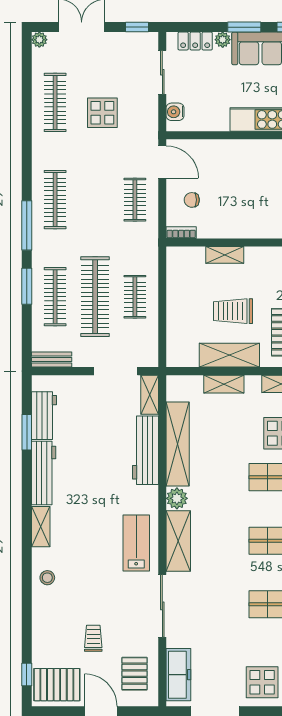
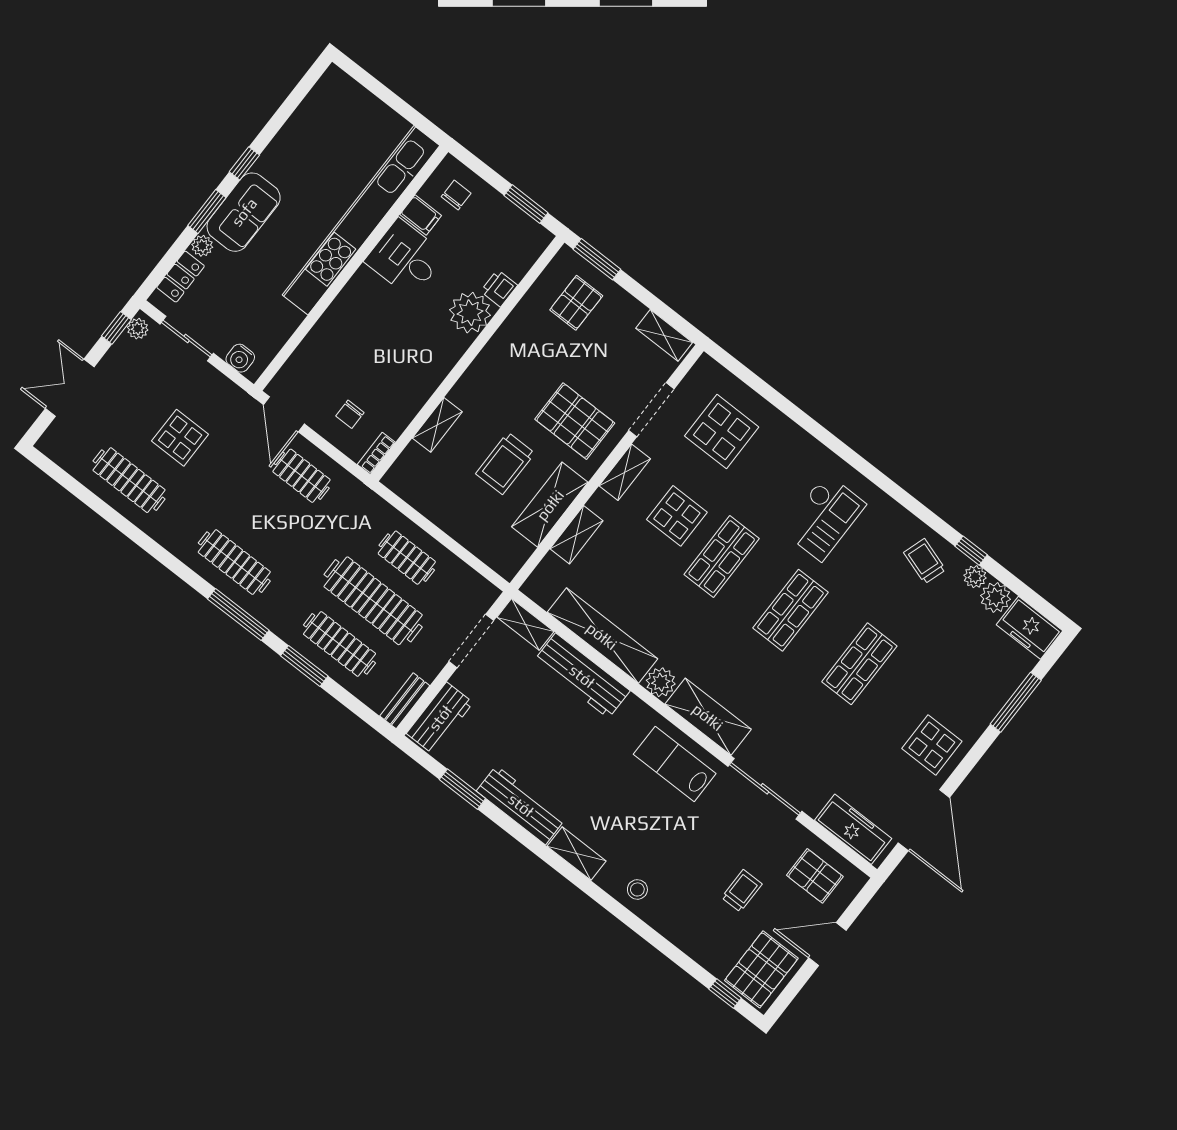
plant: (39, 40) -> (138, 329), moved
door: (162, 162) -> (284, 414), swing flipped
workbench: (44, 416) -> (440, 718), moved, turned 90
trolley: (93, 638) -> (742, 891), turned 90

